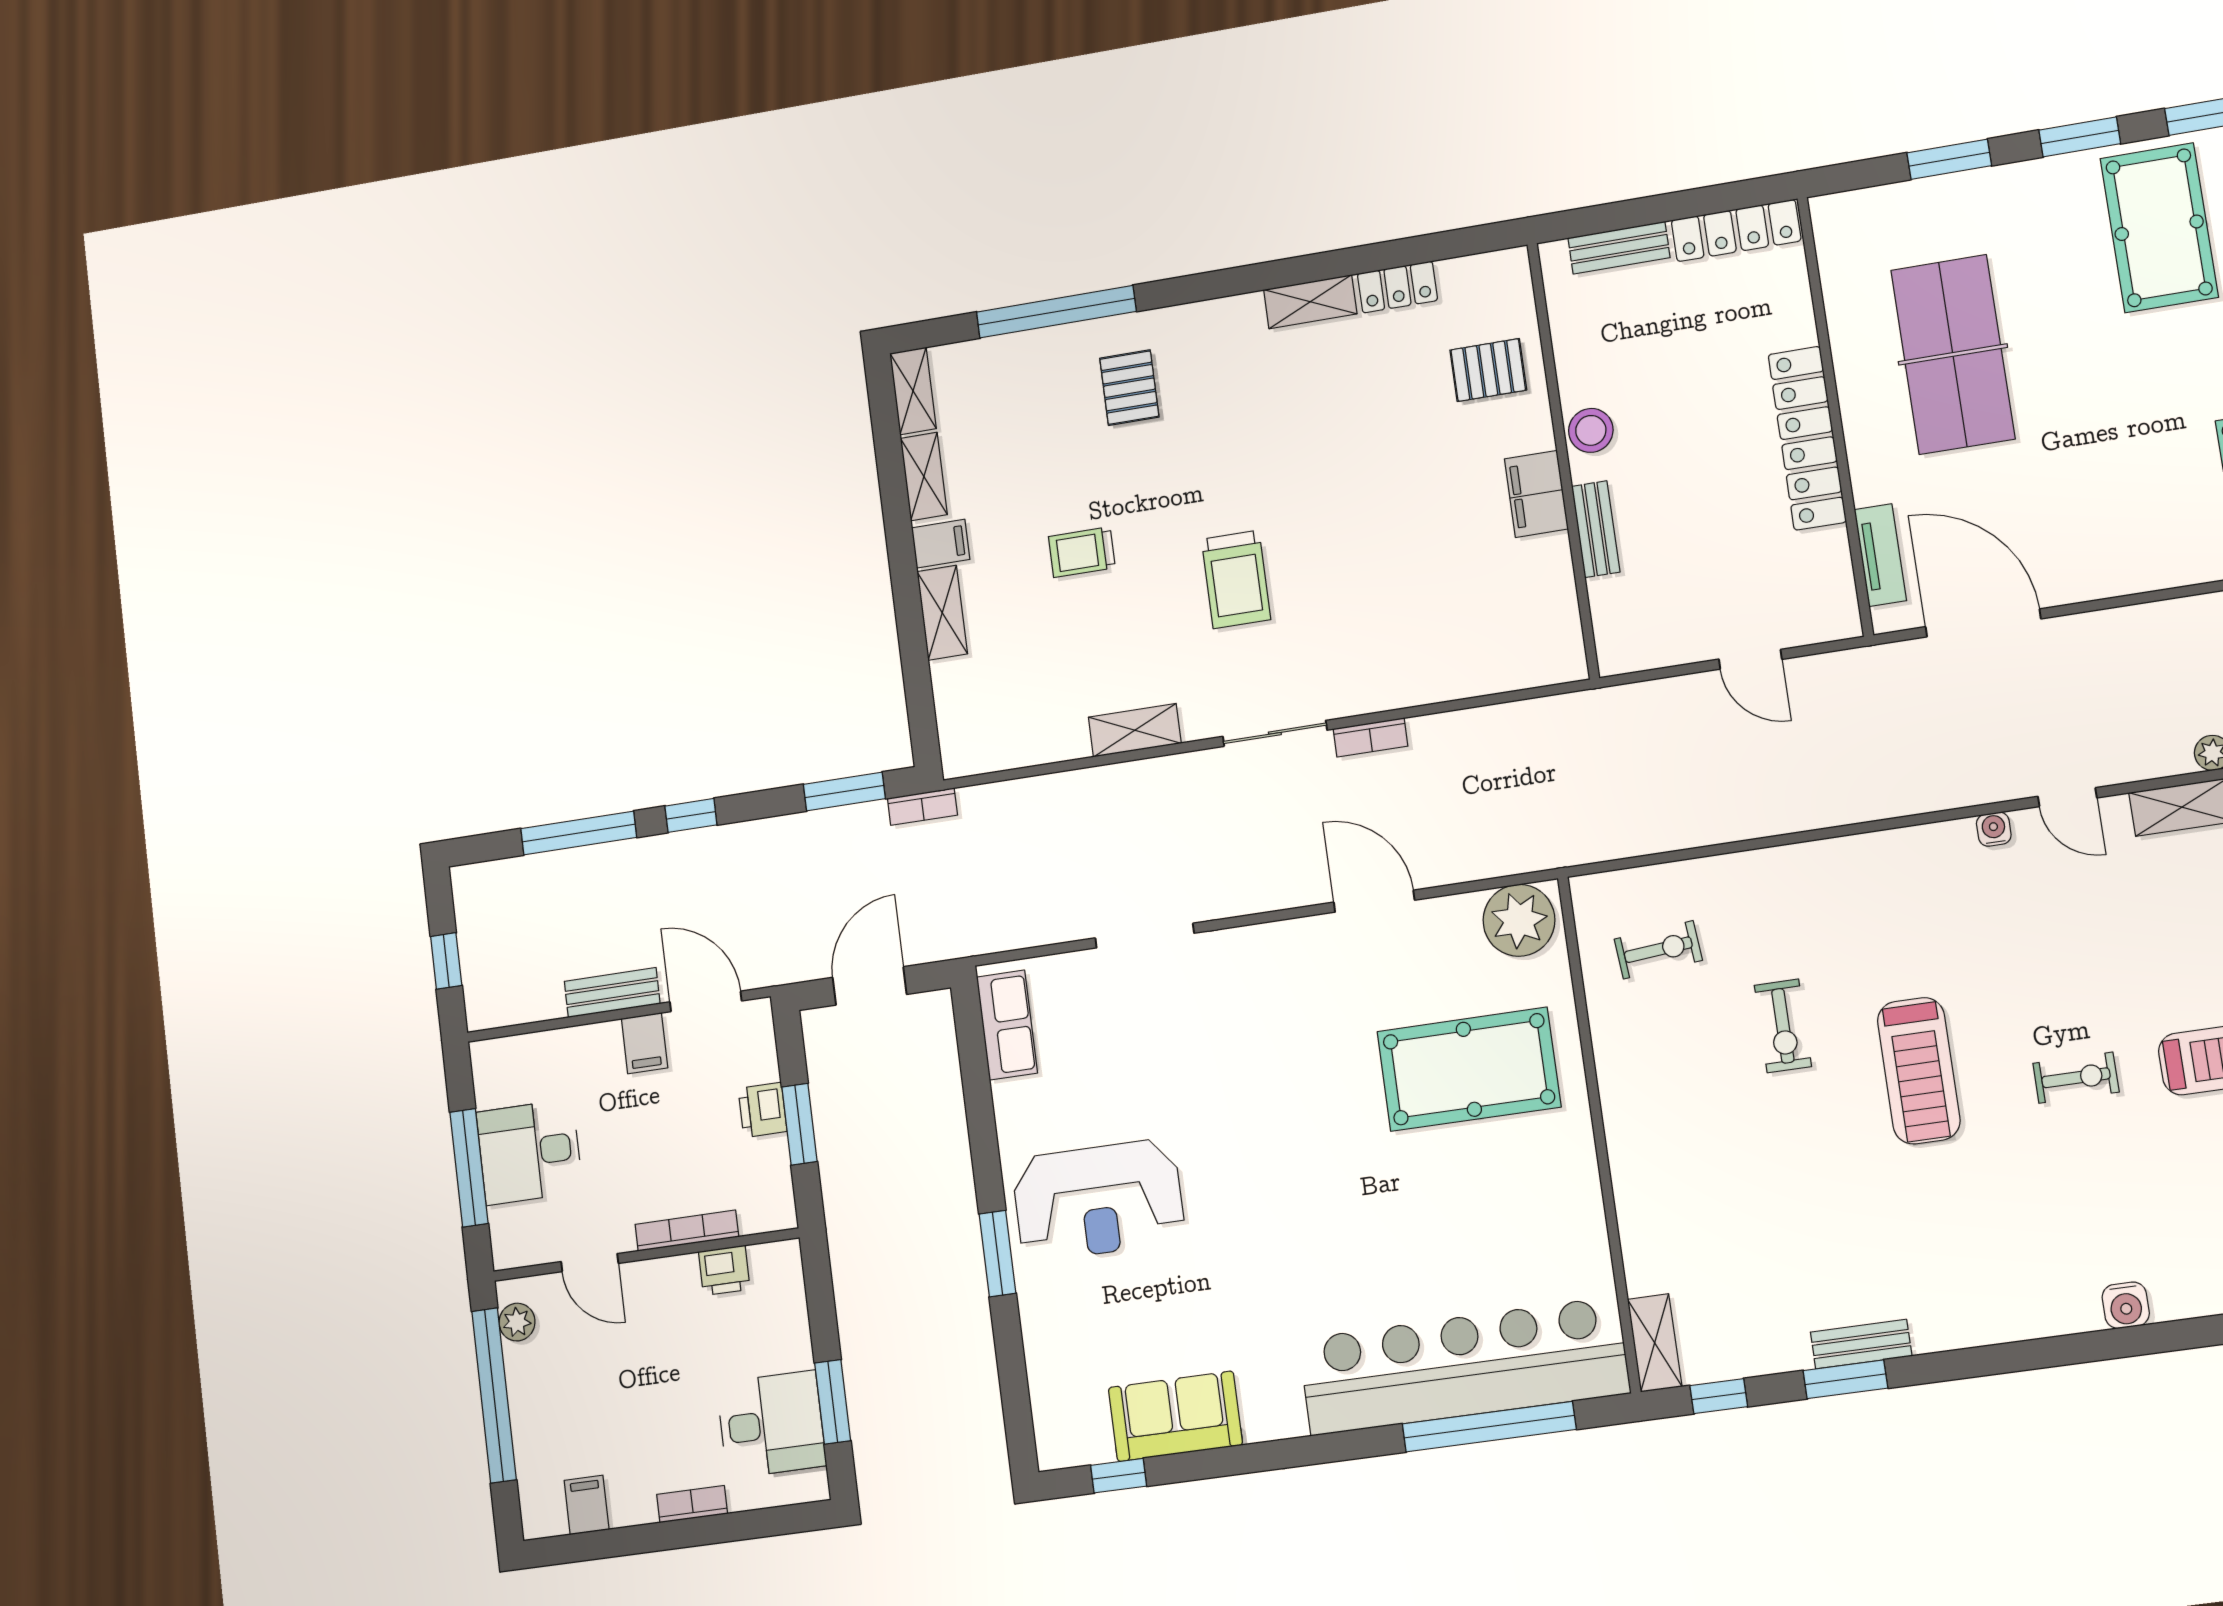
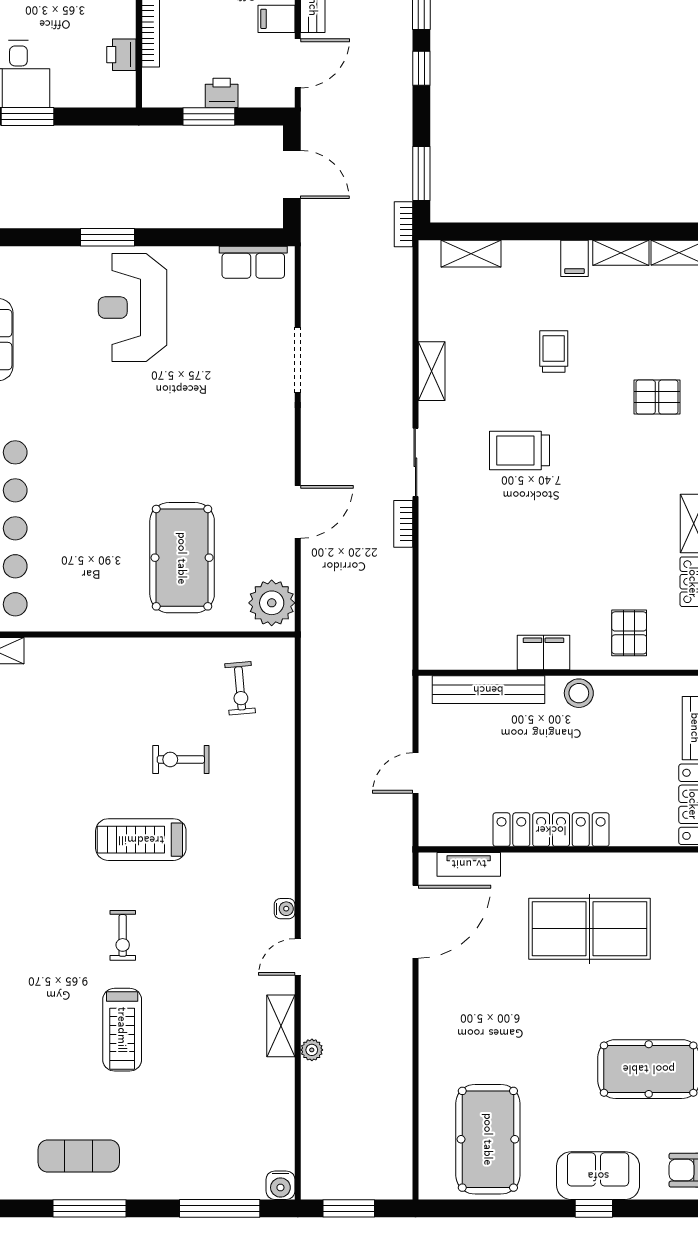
bench: (1596, 529) -> (488, 690), width x1.86, depth x1.21
shelving: (942, 613) -> (471, 254), moved

